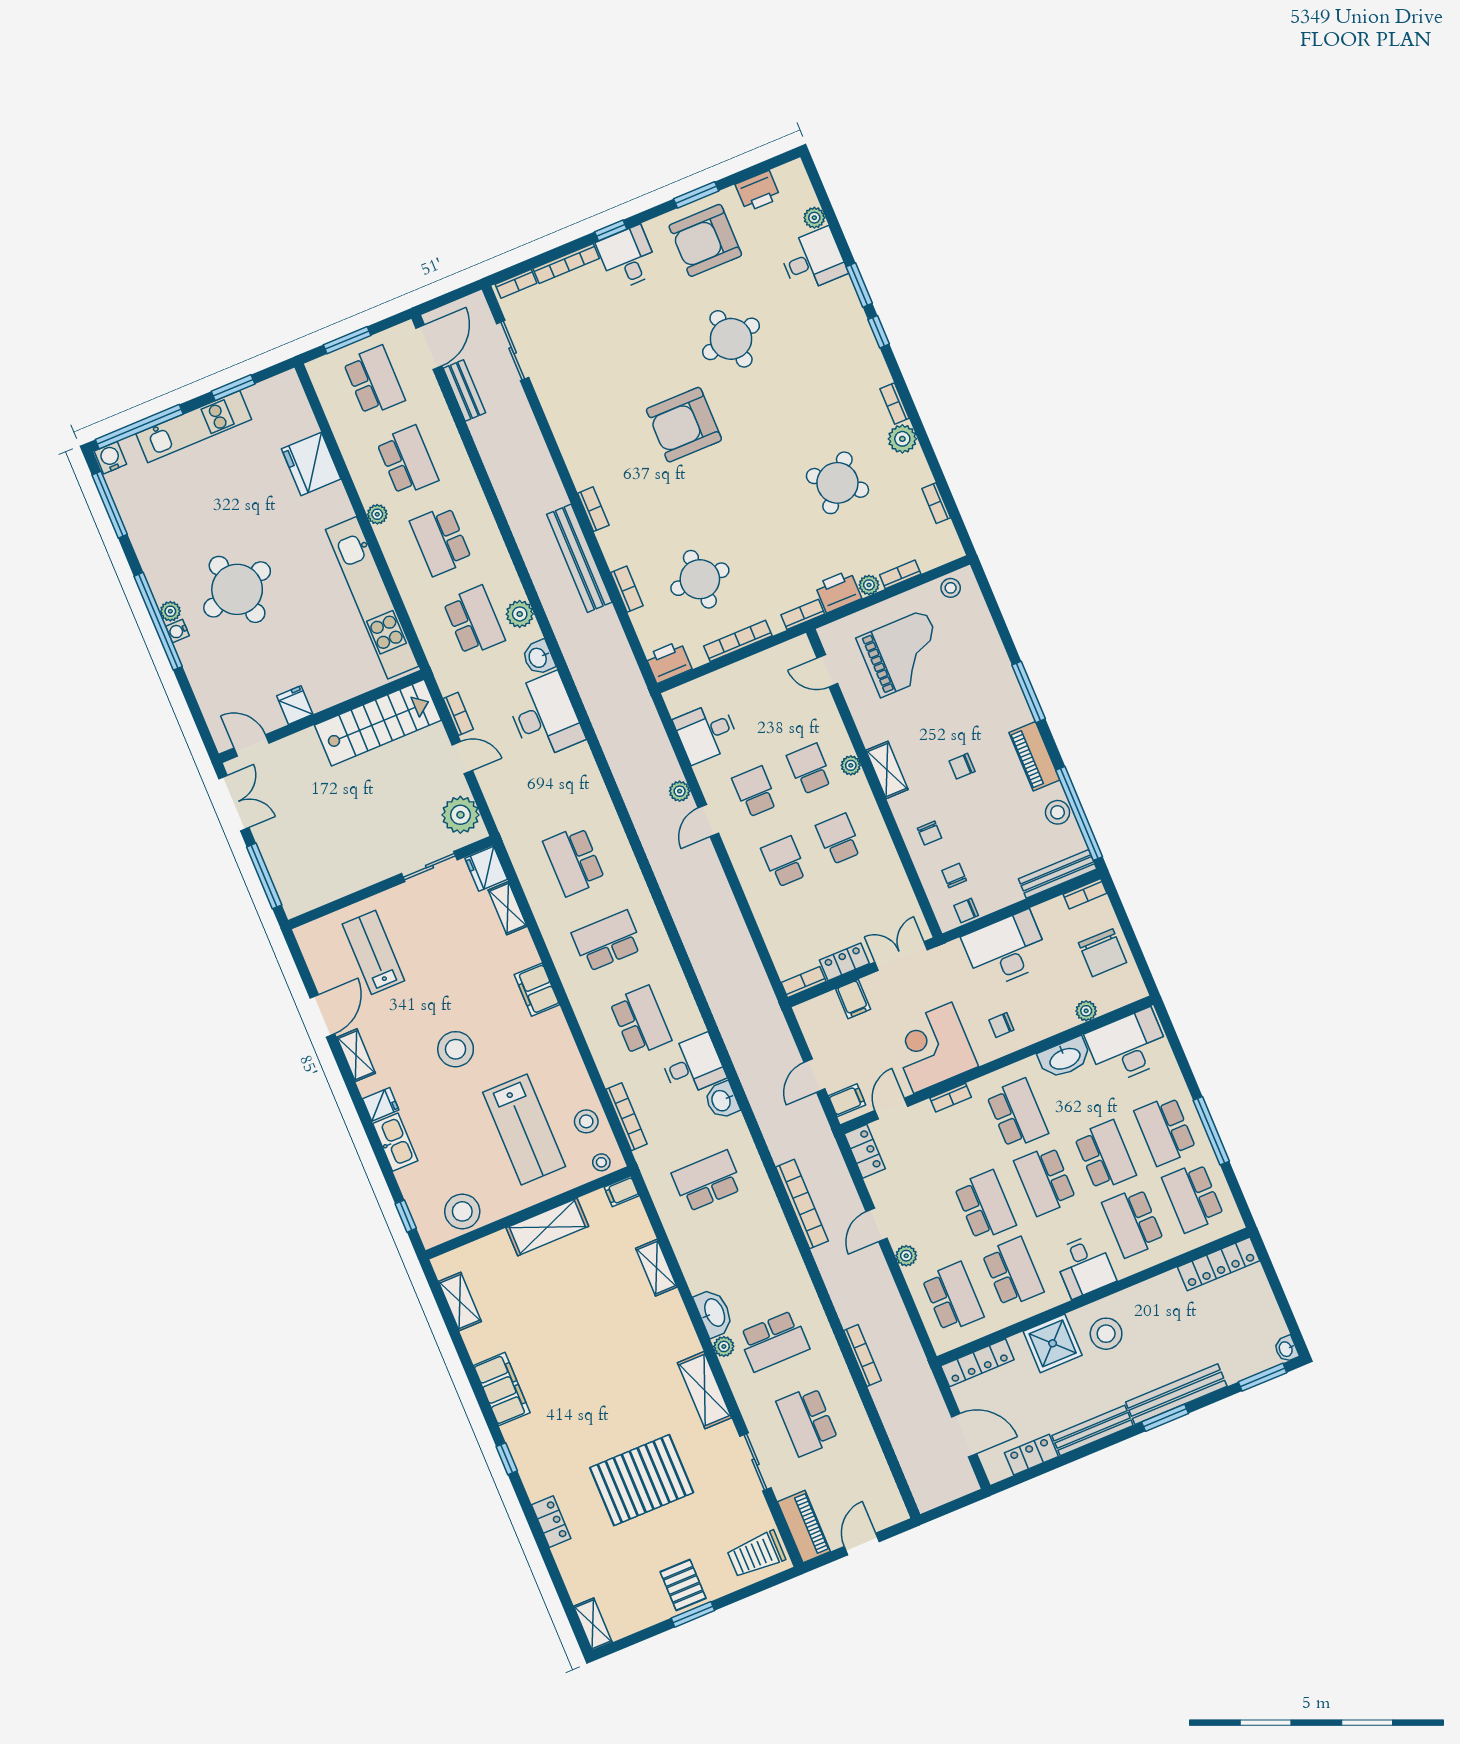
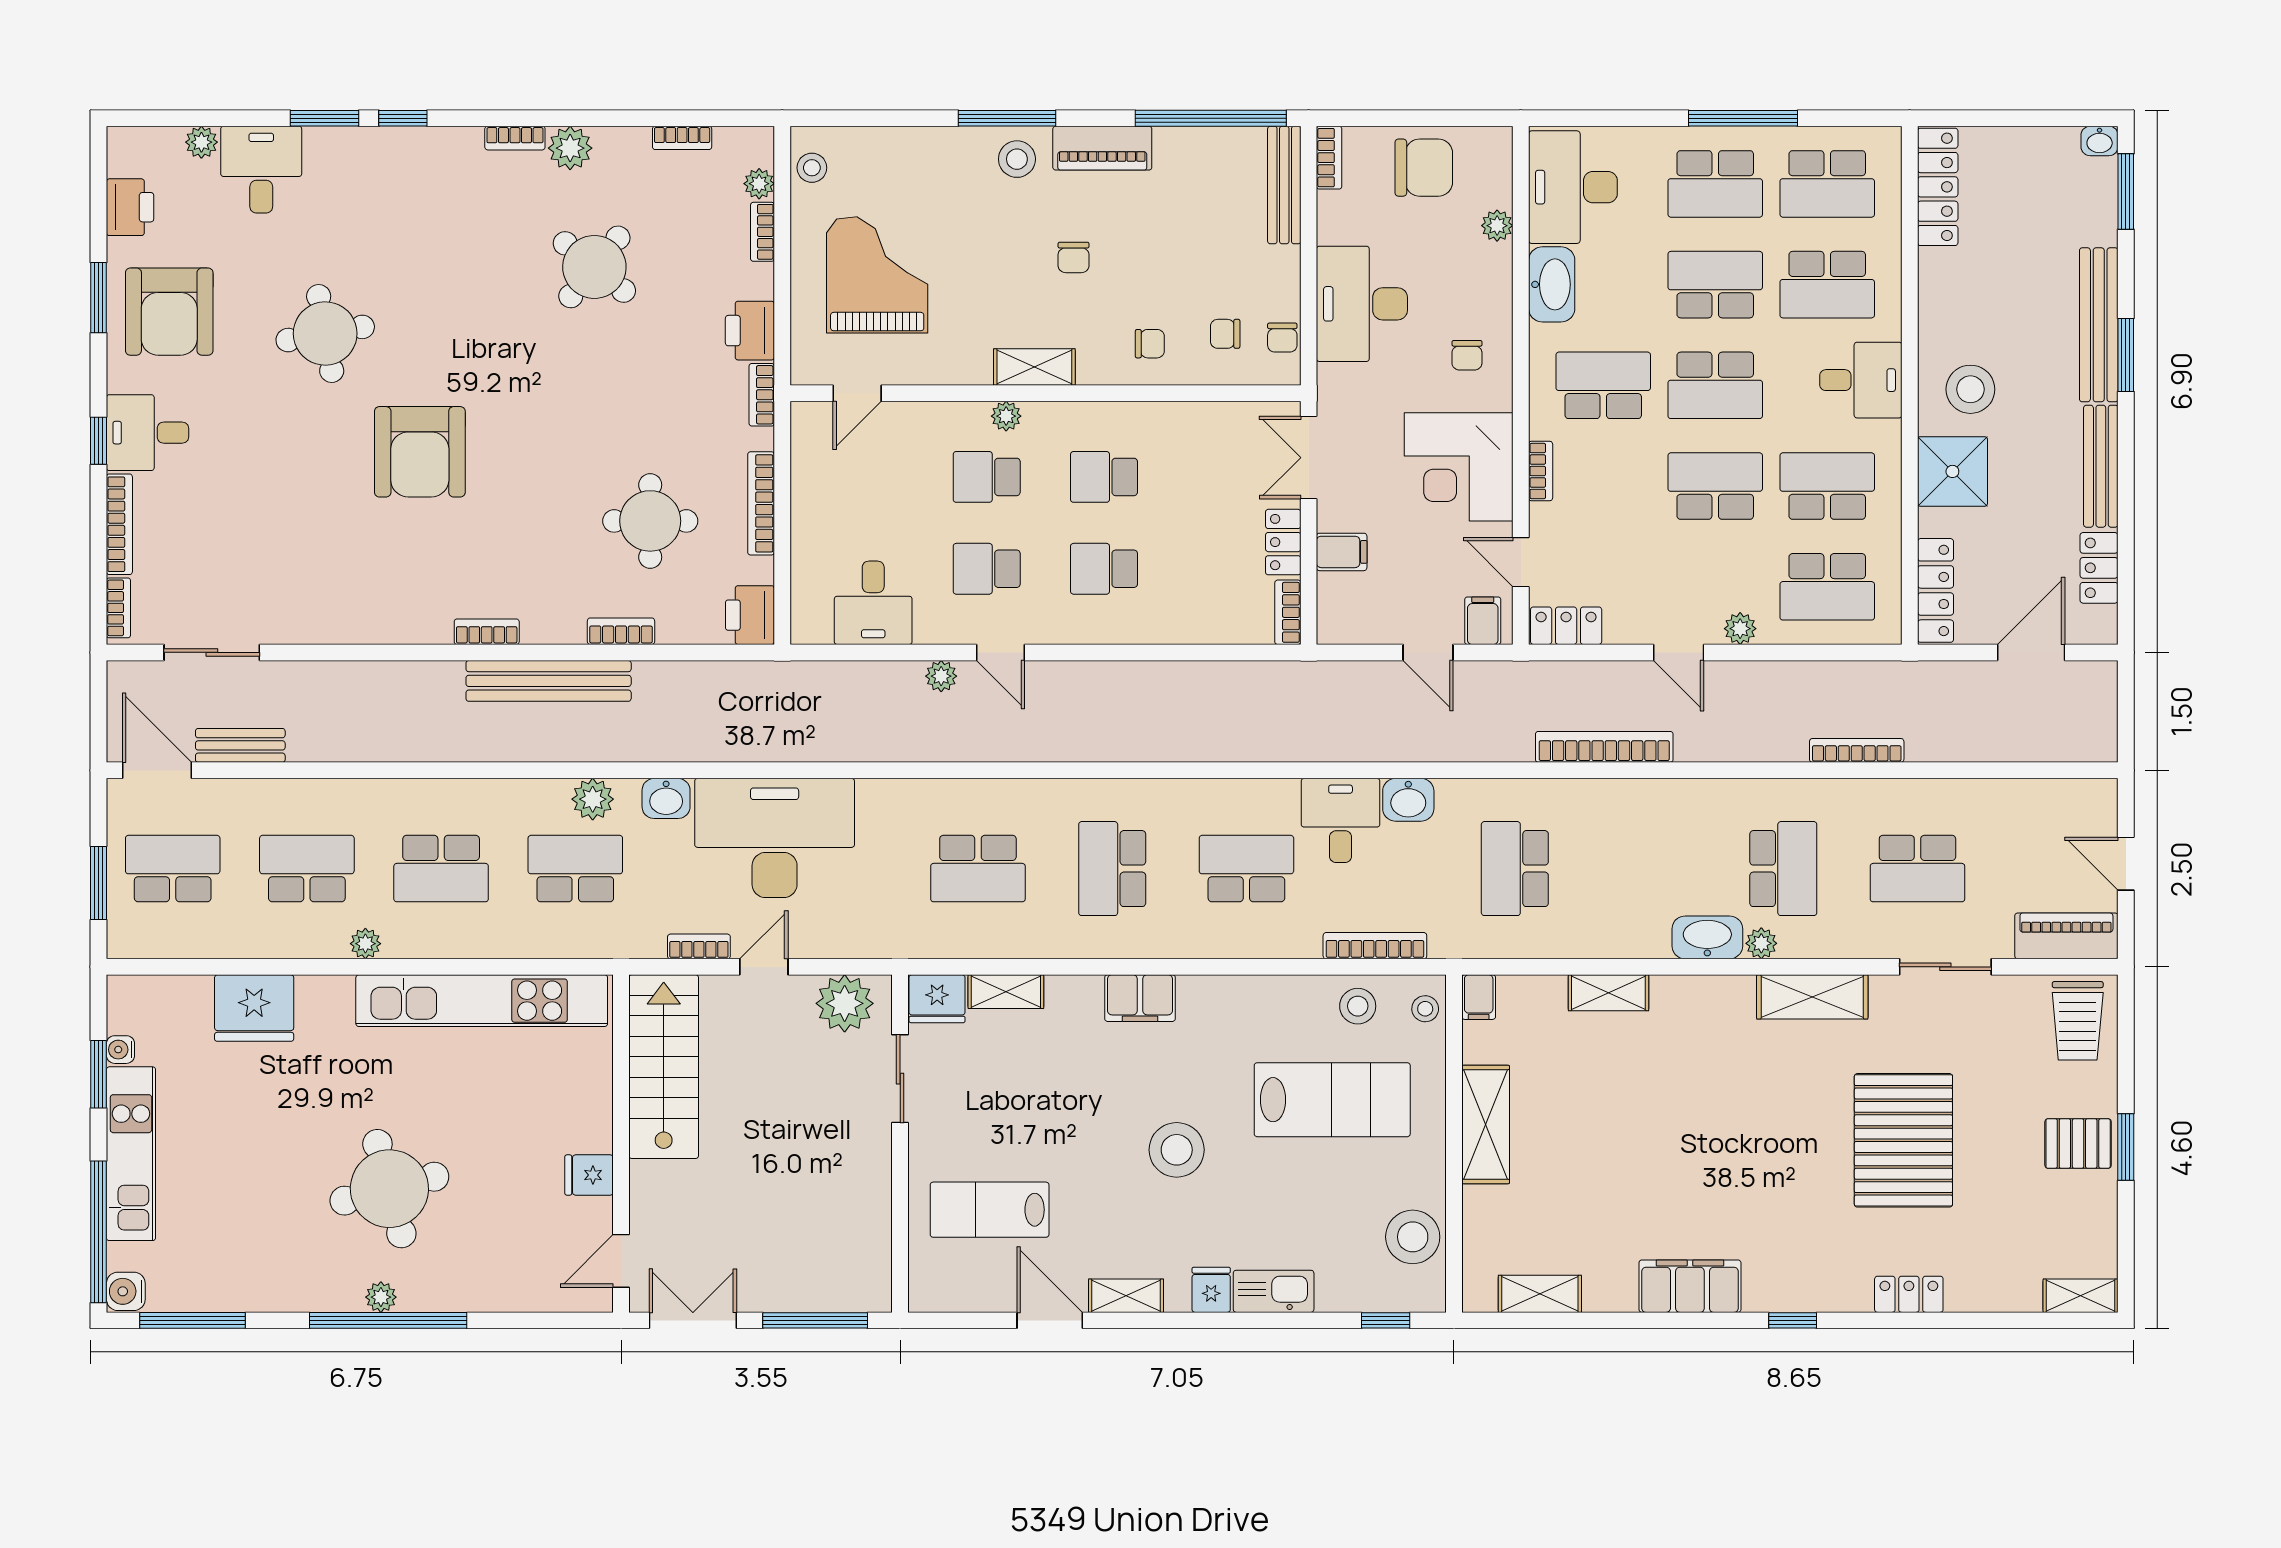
plant: (869, 585) -> (759, 184), moved
water cooler: (178, 631) -> (120, 1050), moved, turned 90
desk: (545, 716) -> (775, 838), width x1.36, depth x1.30
stool: (1058, 812) -> (1017, 159), moved
school desk: (953, 1297) -> (1827, 587), turned 180

